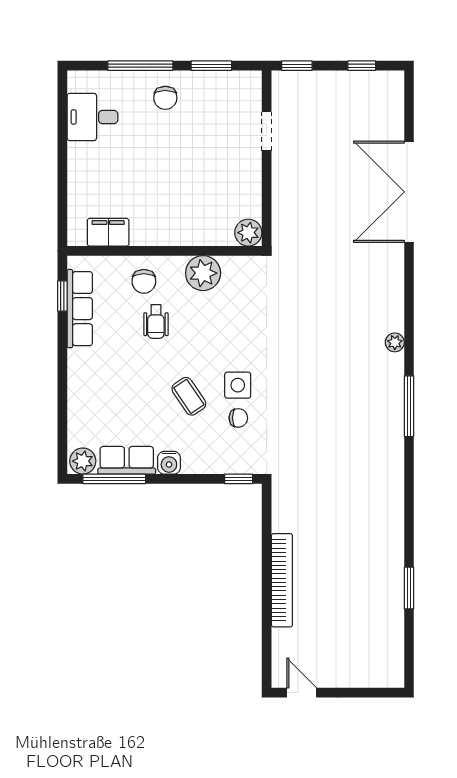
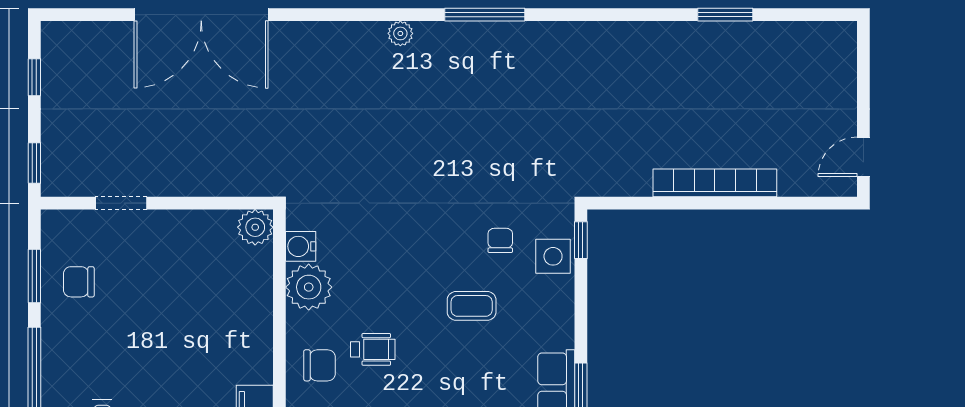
chair: (165, 98) -> (79, 282), moved, turned 180
side table: (238, 385) -> (553, 256), moved
coffee table: (189, 396) -> (472, 306), turned 34
water cooler: (169, 463) -> (301, 246), moved, turned 180

